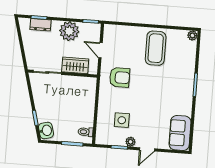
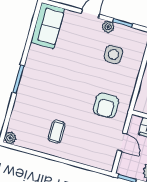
coffee table: (156, 48) -> (57, 132), width x0.54, depth x0.58
armchair: (120, 77) -> (106, 105), turned -90

